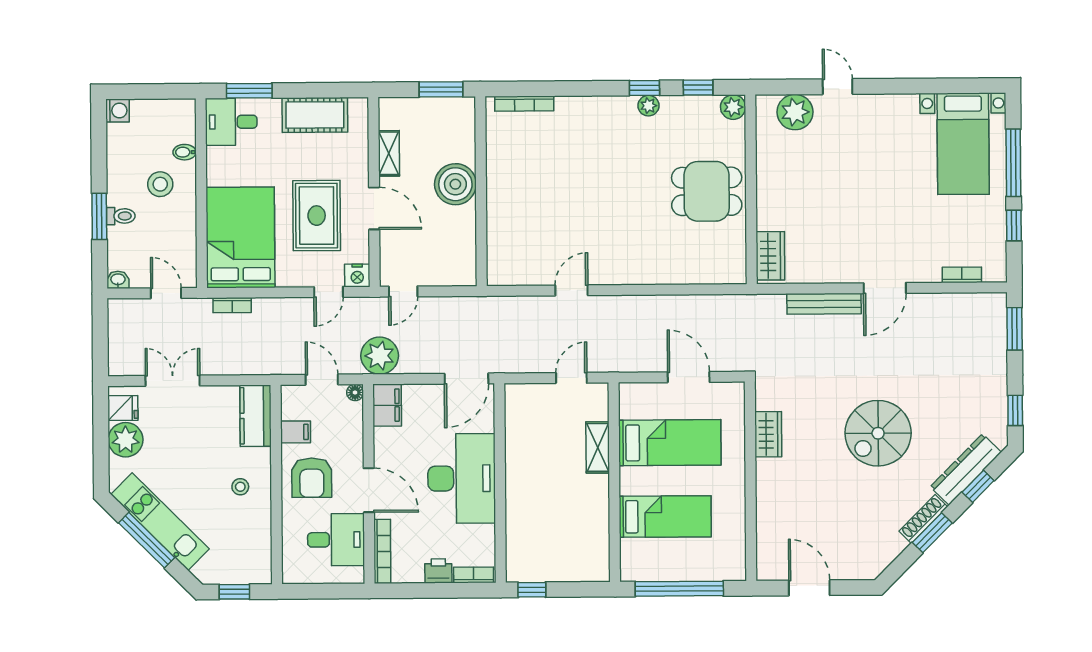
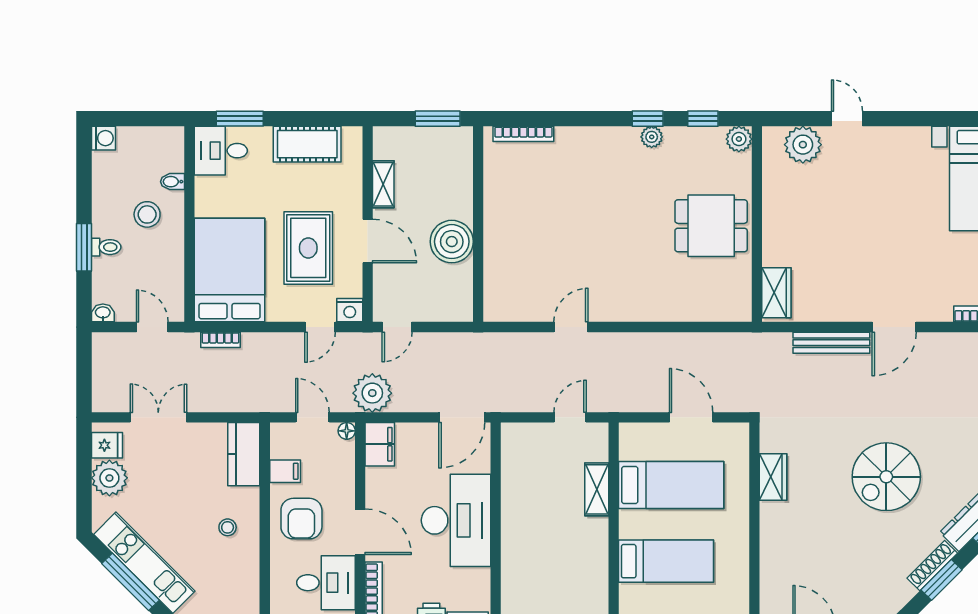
boiler: (455, 184) -> (452, 242), moved

